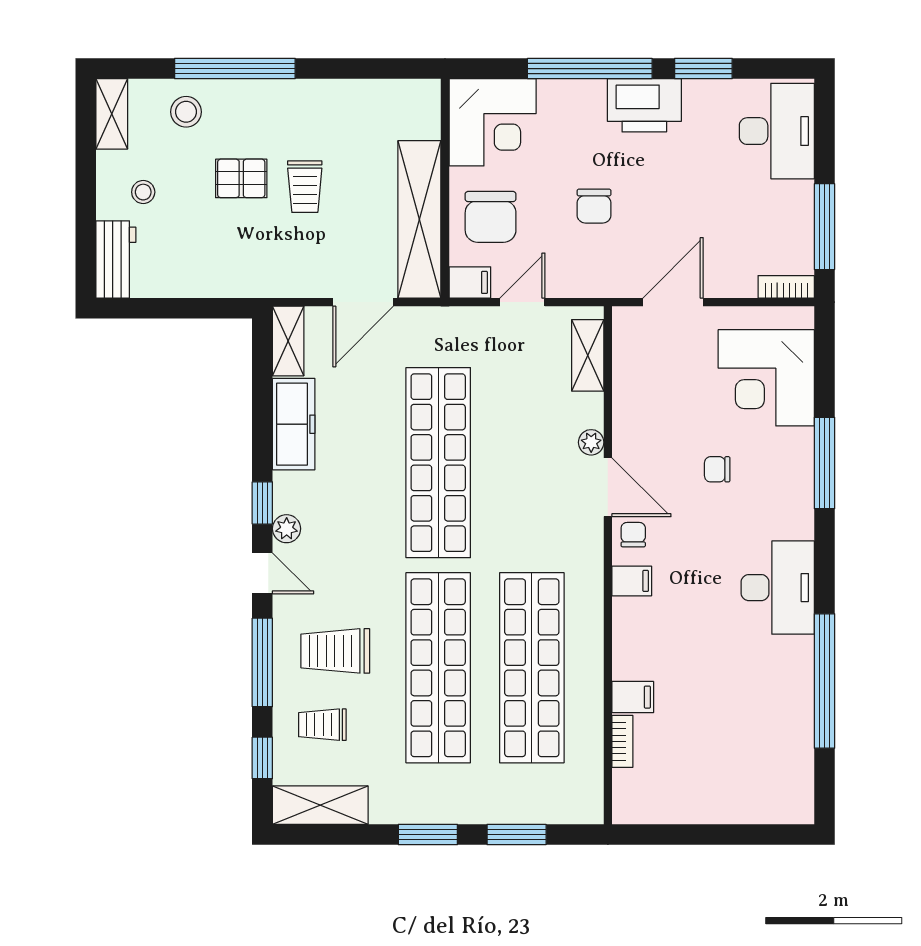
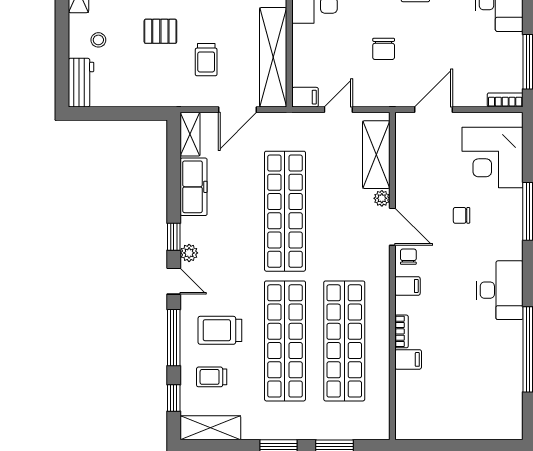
trolley: (305, 187) -> (206, 60), moved
chair: (491, 217) -> (318, 56), removed
shelving: (588, 355) -> (376, 155), width x1.50, depth x1.33
bookcase: (622, 741) -> (402, 331), moved

